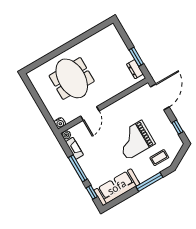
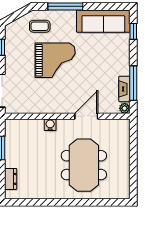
dresser: (135, 69) -> (11, 179), moved
water cooler: (60, 123) -> (50, 125), moved
window: (78, 168) -> (133, 83), moved

